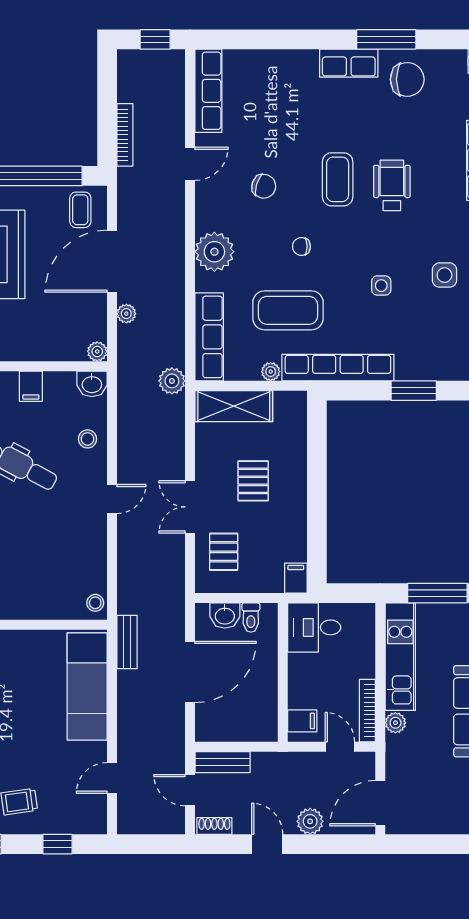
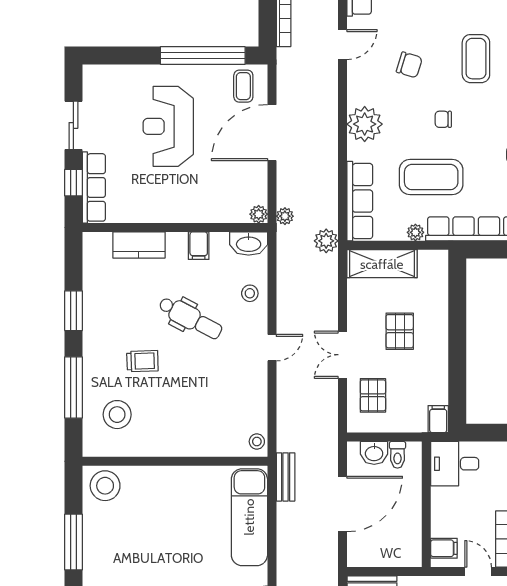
plant: (126, 314) -> (285, 216), moved
washbasin: (92, 384) -> (249, 244), width x1.38

